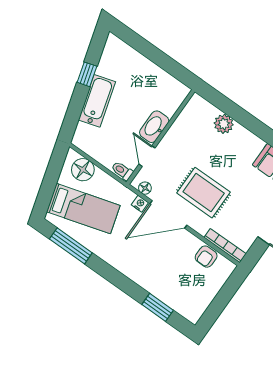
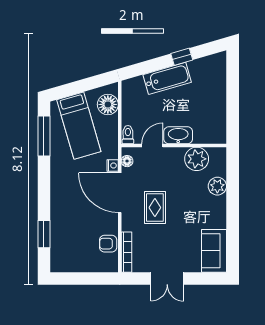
plant: (187, 125) -> (197, 159), added
rug: (204, 193) -> (155, 208), width x0.73, depth x0.70

